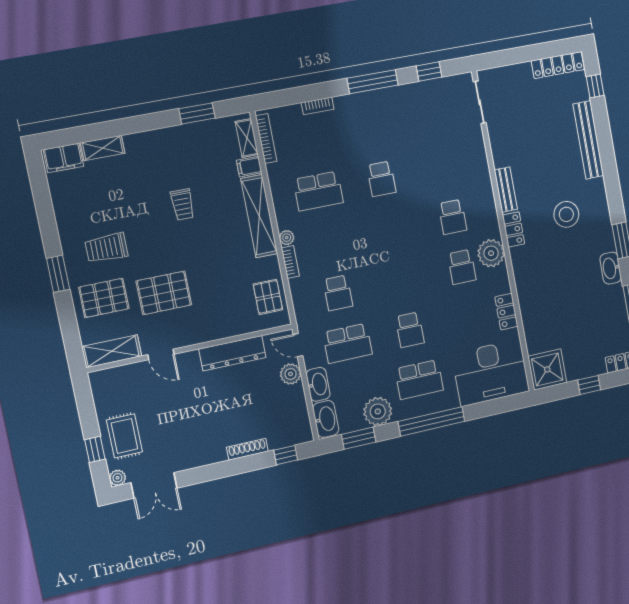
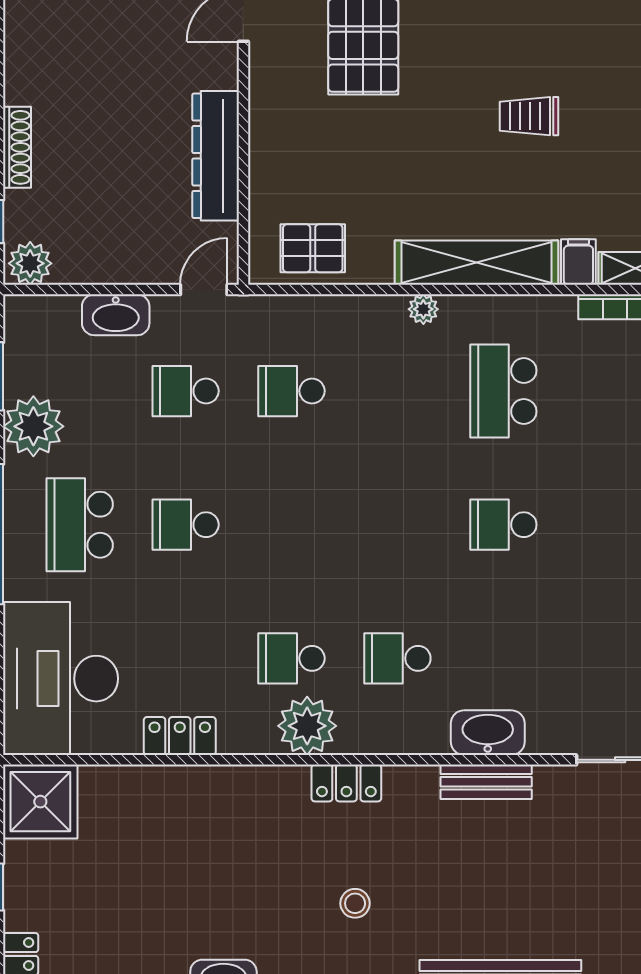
bench: (506, 190) -> (486, 782), moved
stool: (566, 214) -> (355, 903), width x0.53, depth x0.53
bookcase: (290, 262) -> (373, 307), removed
school desk: (348, 343) -> (186, 391), width x0.54
plant: (291, 374) -> (30, 263), moved
washbasin: (326, 419) -> (488, 733), moved, turned 180

